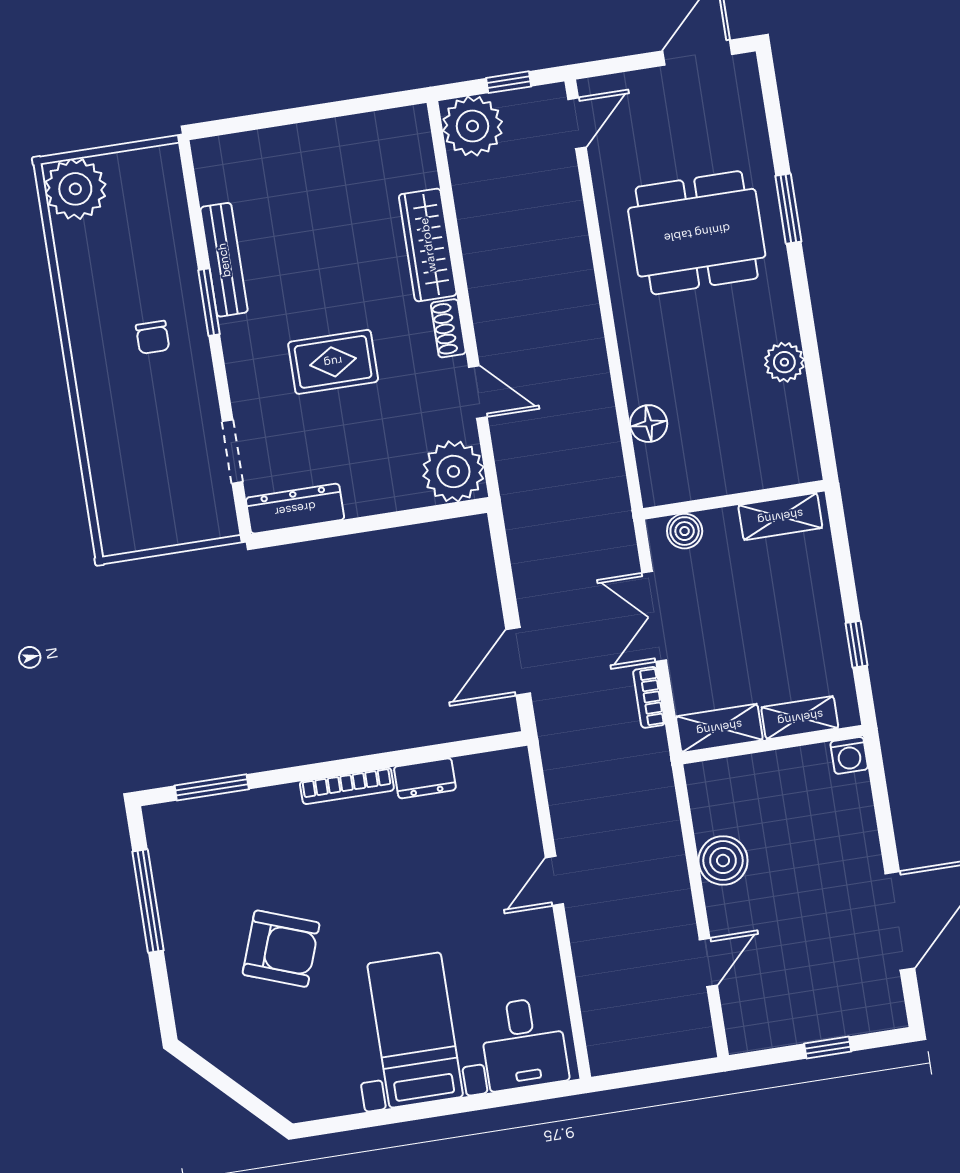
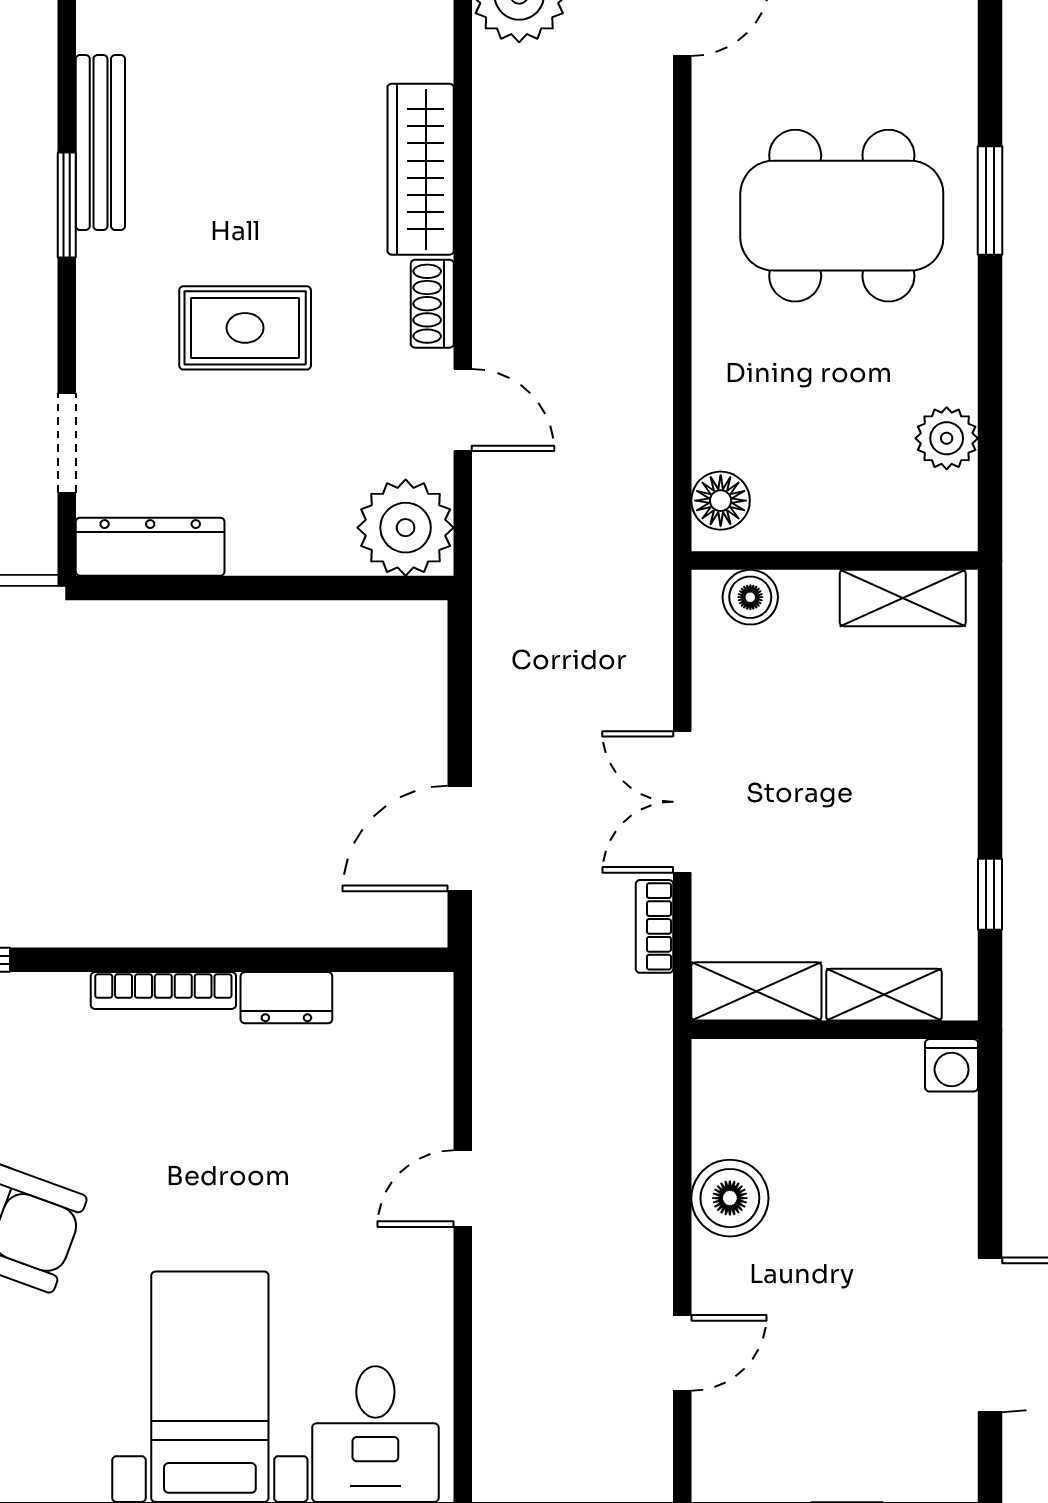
wall: (734, 500) -> (835, 561), moved
shelving: (780, 517) -> (903, 598), moved
boiler: (685, 531) -> (750, 597), moved

